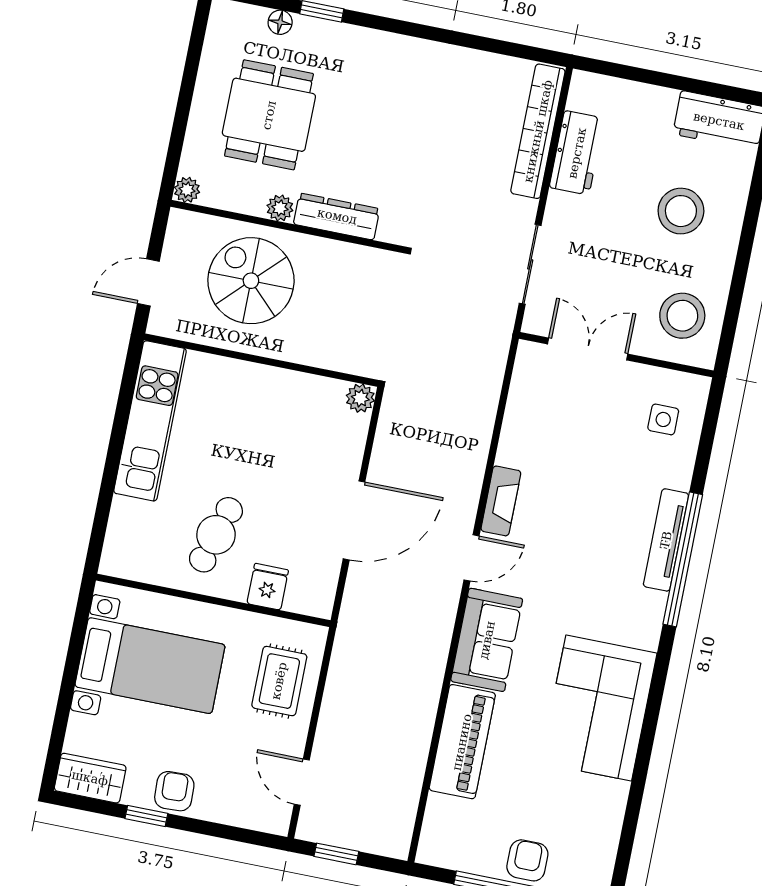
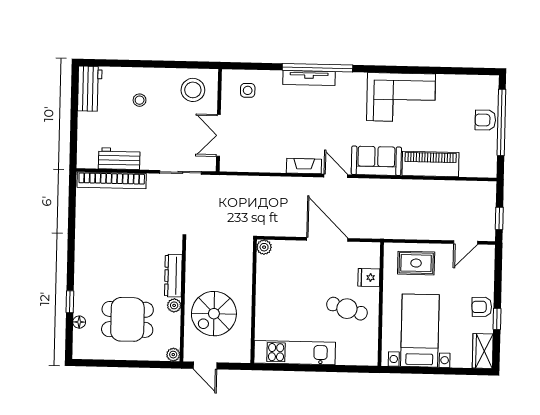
stool: (681, 211) -> (140, 100), width x0.53, depth x0.53
door: (148, 282) -> (205, 366), moved

